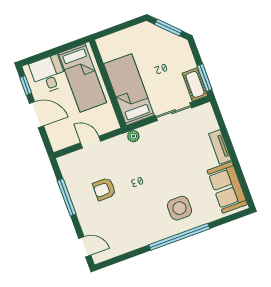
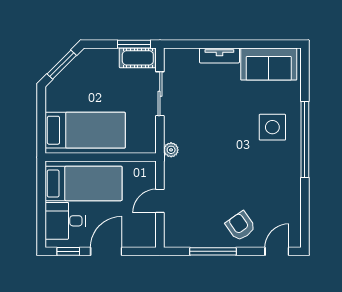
bed: (129, 90) -> (85, 130), moved, turned 180
armchair: (104, 189) -> (240, 226), moved, turned 145

